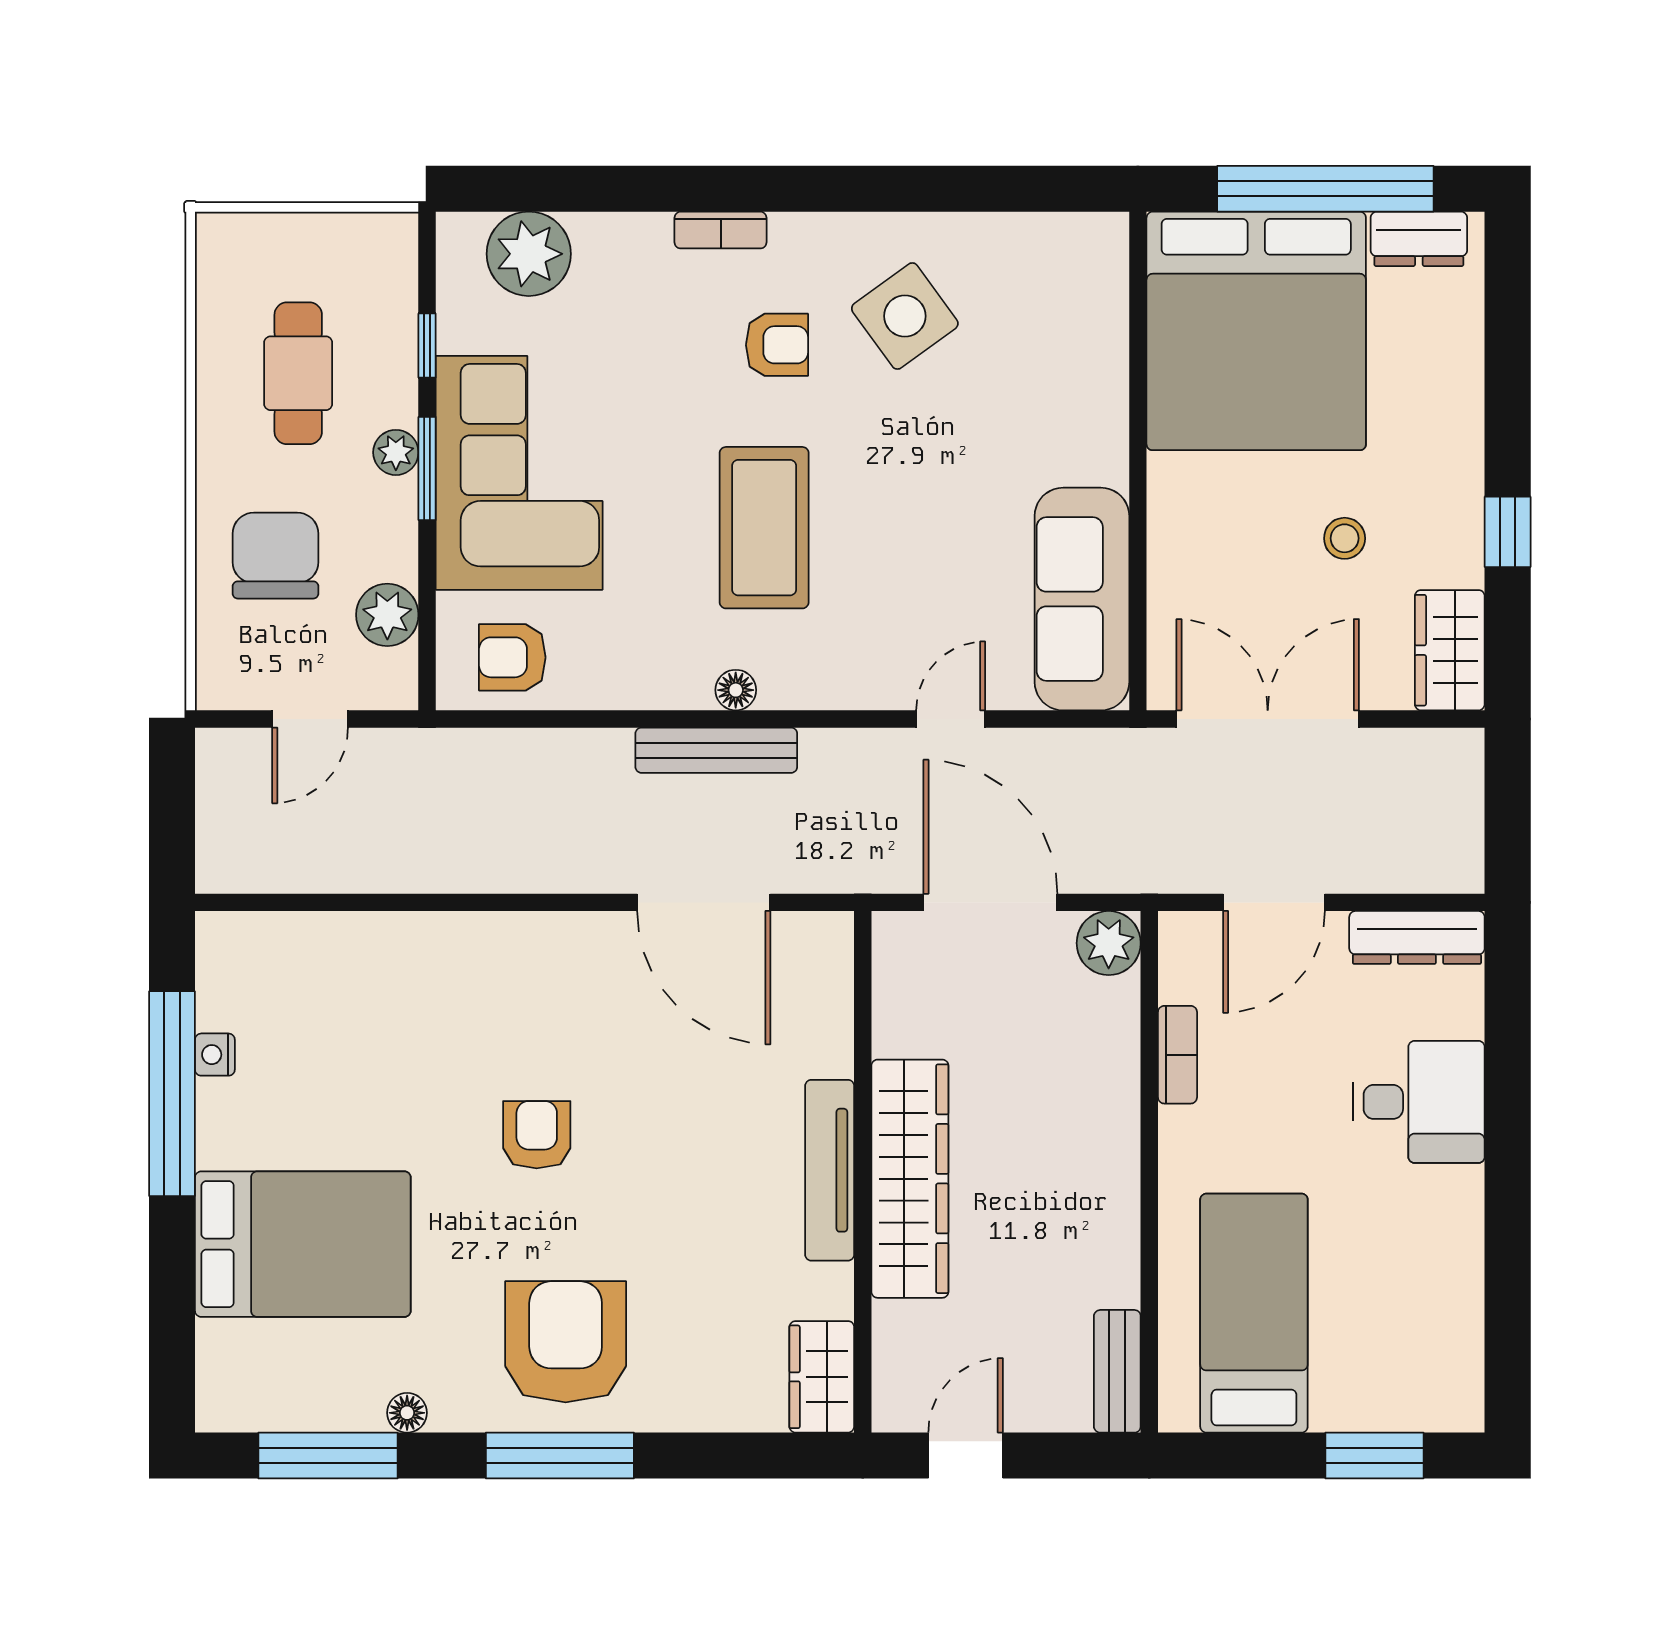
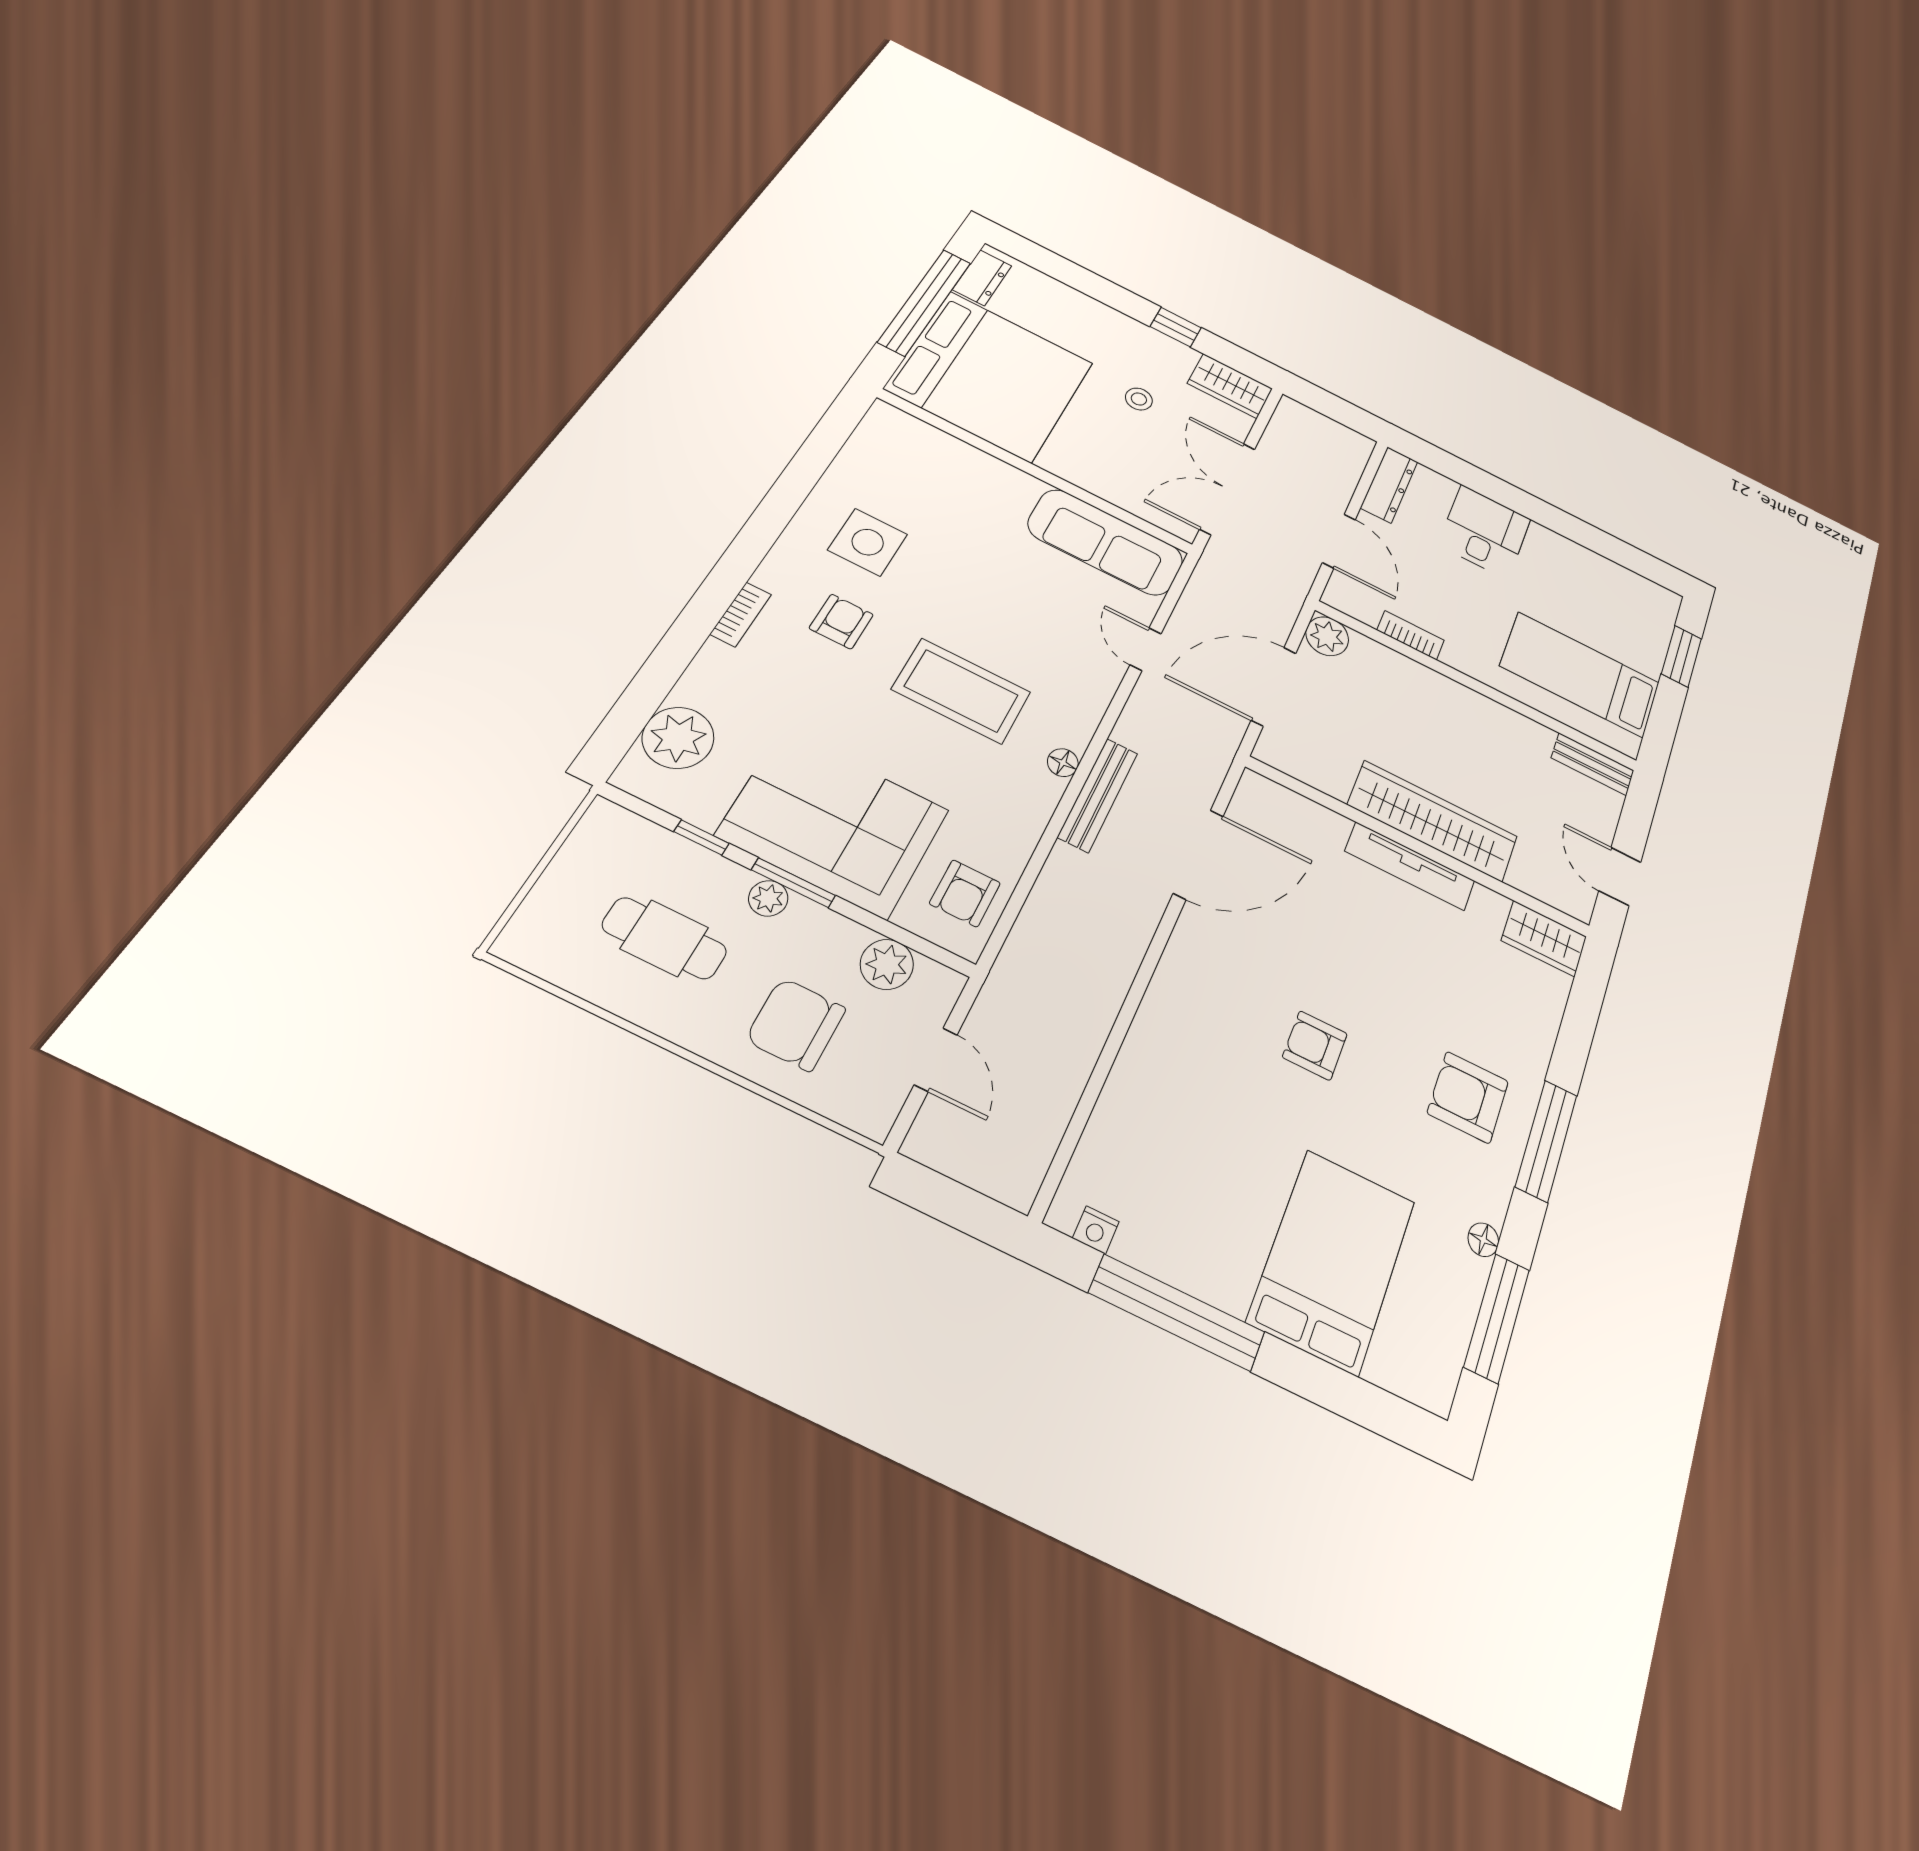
side table: (905, 316) -> (868, 542), turned 36
nightstand: (215, 1055) -> (1096, 1230), moved
armchair: (566, 1342) -> (1468, 1097), width x0.73, depth x0.73

